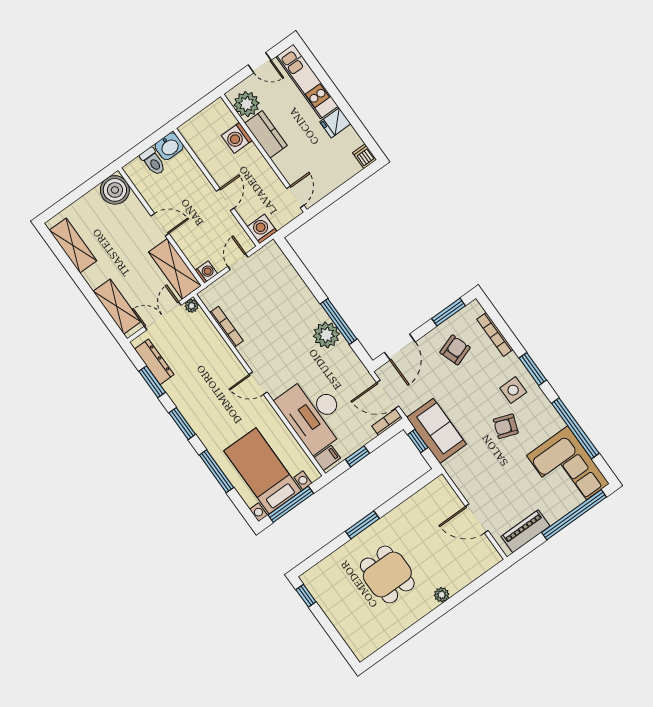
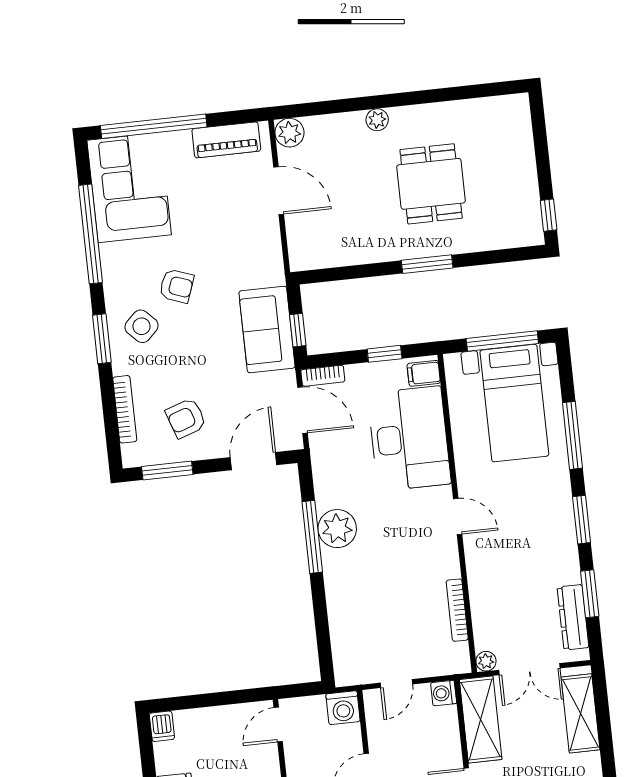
side table: (513, 390) -> (142, 326), turned 45
plant: (490, 557) -> (289, 133), added

